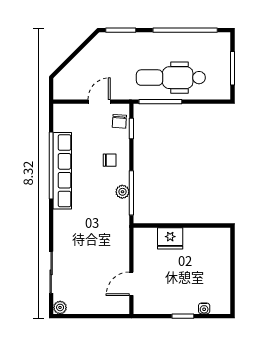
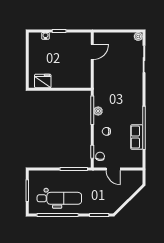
dental chair: (171, 78) -> (59, 198), moved
door: (99, 102) -> (113, 169), hinge flipped
row of seats: (62, 171) -> (137, 137), width x0.50
fridge: (170, 238) -> (43, 81), moved

